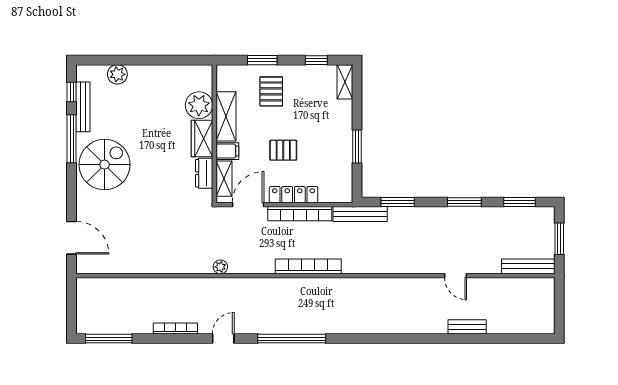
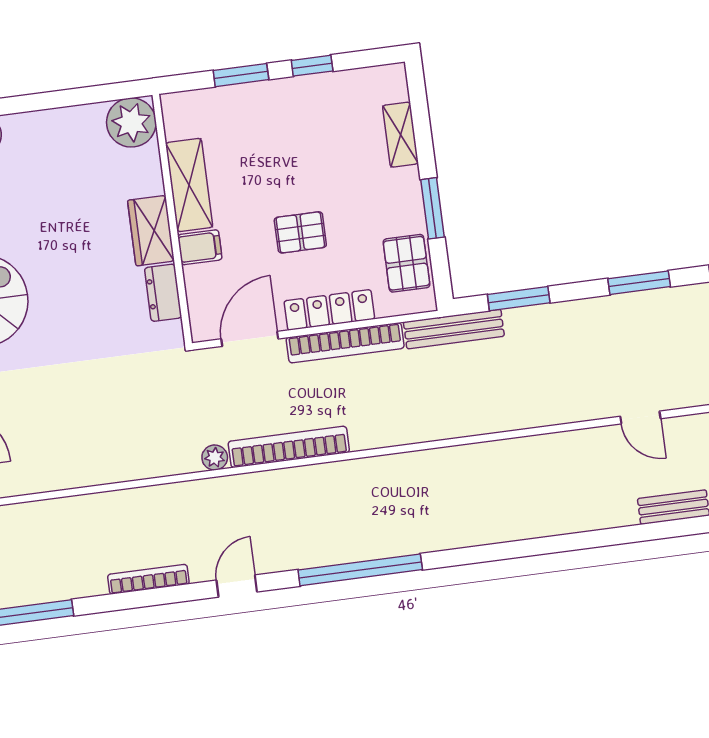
window: (316, 60) -> (312, 66), moved
shelving: (345, 82) -> (400, 135), moved
pallet: (271, 91) -> (406, 263), moved
plant: (199, 105) -> (131, 122), moved
shelving: (224, 179) -> (200, 298), removed
bookcase: (308, 266) -> (289, 447), moved

